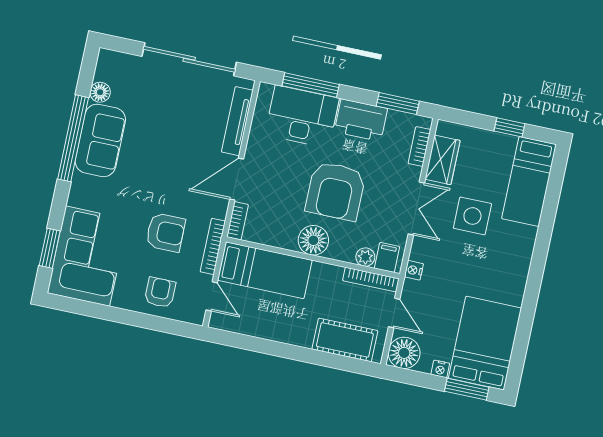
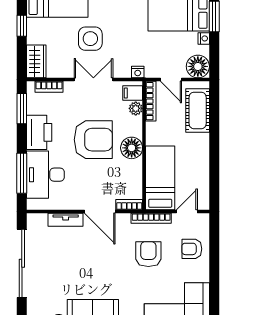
tv unit: (237, 121) -> (66, 220), width x0.71
wardrobe: (443, 160) -> (36, 61), moved, turned 90
door: (394, 313) -> (171, 80), swing flipped

